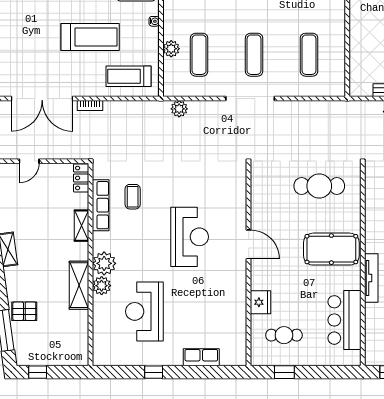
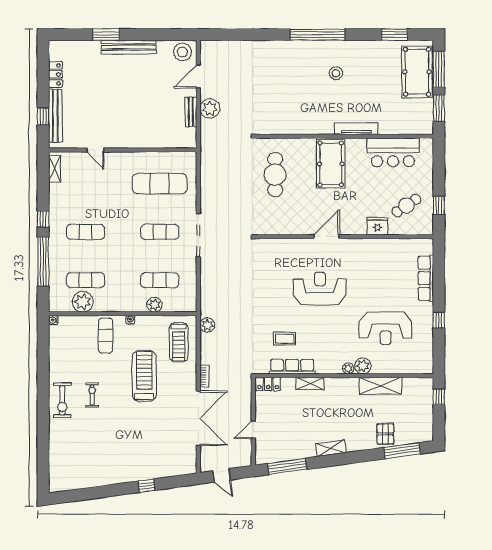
exercise mat: (309, 55) -> (160, 184), width x1.36, depth x1.45
plant: (179, 109) -> (207, 325), moved
door: (29, 161) -> (253, 430), swing flipped
plant: (104, 263) -> (348, 368), width x0.53, depth x0.53
shelving: (79, 285) -> (380, 386), moved
cafe table: (284, 335) -> (406, 206), turned 56
row of seats: (201, 357) -> (426, 278), width x1.48
window: (38, 372) -> (439, 397), moved

